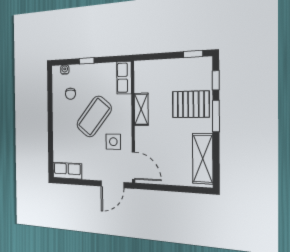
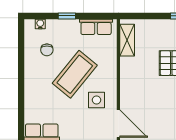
row of seats: (124, 78) -> (96, 27), moved, turned -90
shelving: (141, 109) -> (127, 40), moved

